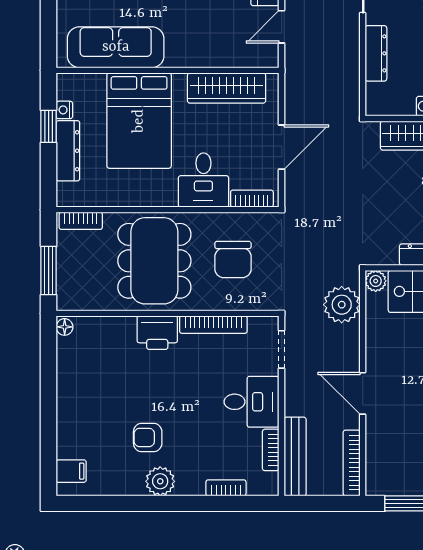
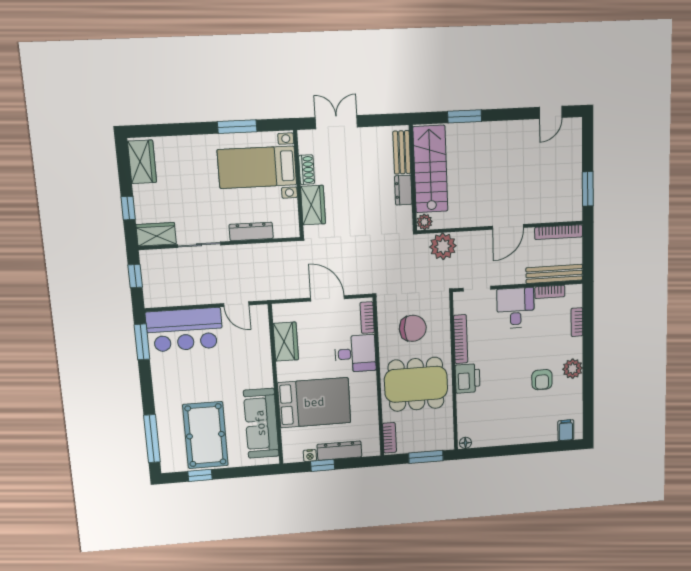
wardrobe: (227, 88) -> (286, 342), width x0.67

